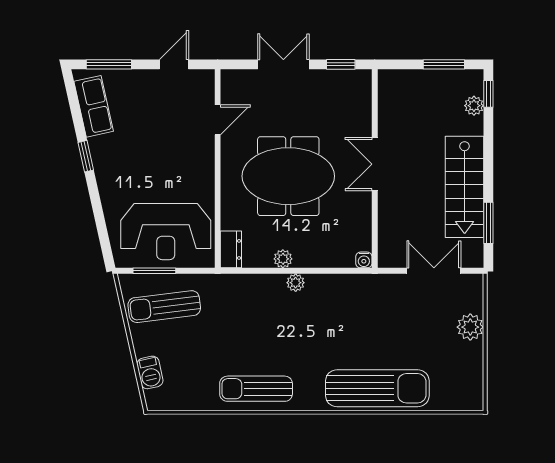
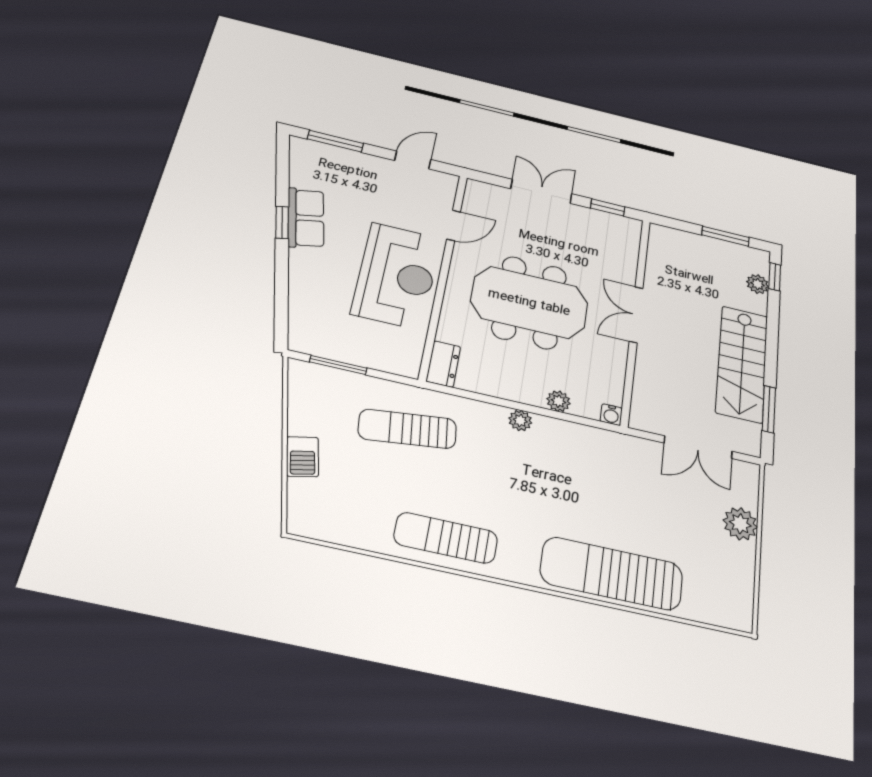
row of seats: (94, 106) -> (306, 218), moved
reception desk: (166, 232) -> (397, 276), moved, turned -90
plant: (283, 259) -> (559, 401), moved
double door: (434, 271) -> (698, 447), swing flipped
sun lounger: (164, 307) -> (407, 429), moved
barbecue: (150, 372) -> (303, 457), moved
sun lounger: (377, 388) -> (612, 573), turned 180

